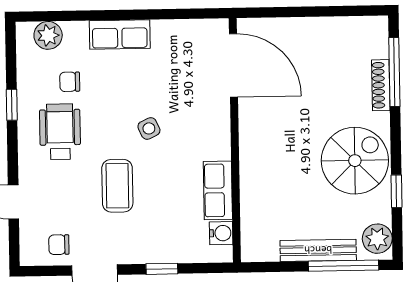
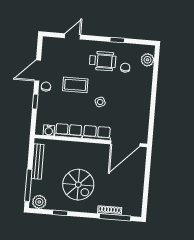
row of seats: (120, 34) -> (97, 133), moved, turned 90
spiral stairs: (355, 161) -> (78, 185), moved
chair: (59, 245) -> (46, 87), moved
bench: (318, 250) -> (38, 161), moved

